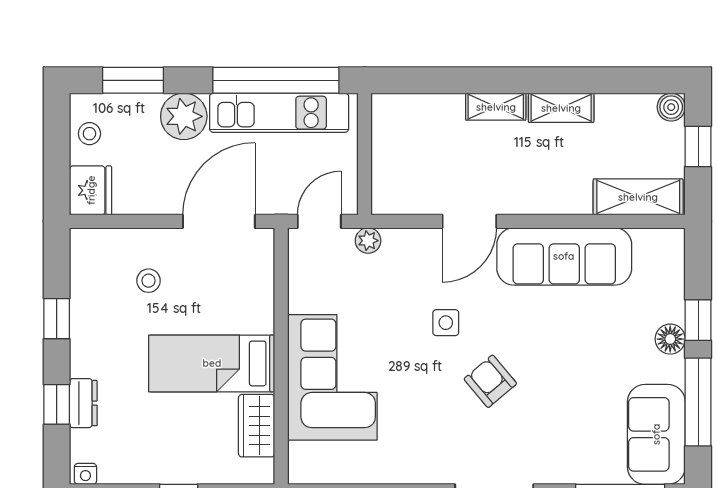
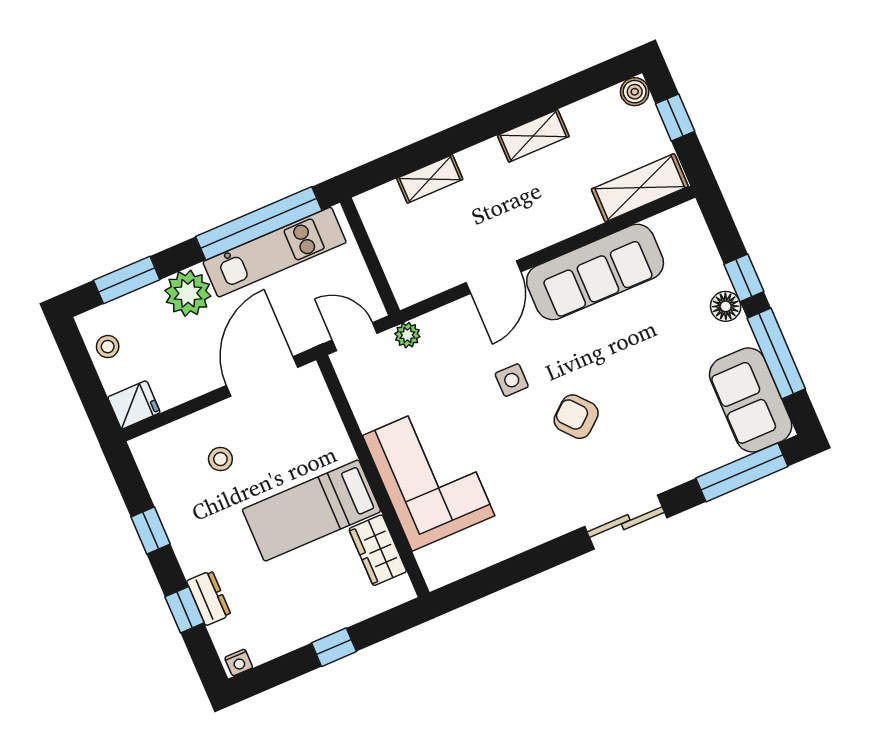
shelving: (496, 107) -> (430, 179), moved
fridge: (91, 190) -> (134, 405), width x0.72
door: (319, 221) -> (355, 337), hinge flipped

